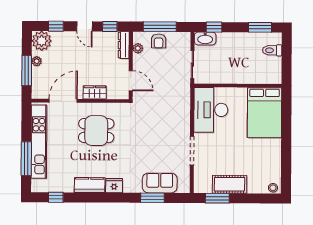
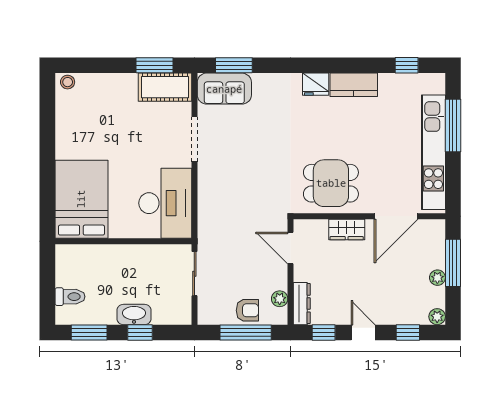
window: (214, 27) -> (140, 332), moved
washbasin: (205, 39) -> (134, 314), moved
plant: (42, 41) -> (437, 317), width x0.53, depth x0.53
armchair: (159, 41) -> (247, 310), turned 90
dining table: (96, 131) -> (331, 183), moved
sofa: (160, 183) -> (224, 89), moved
cot: (230, 184) -> (165, 87), moved
window: (152, 198) -> (234, 65), moved

